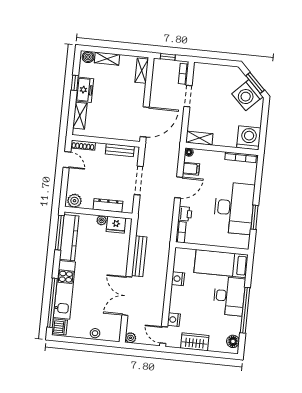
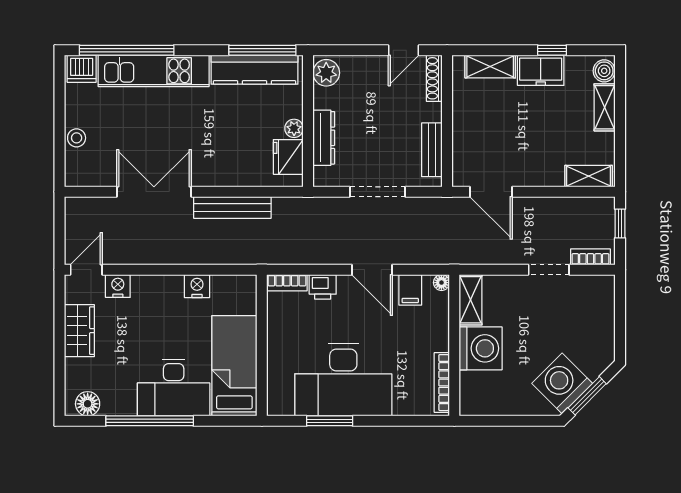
door: (145, 122) -> (491, 192), width x0.73
washing machine: (249, 138) -> (481, 348), moved
plant: (131, 338) -> (75, 207), removed

